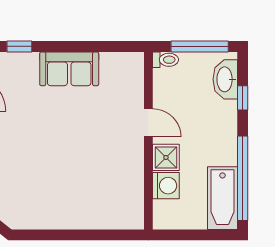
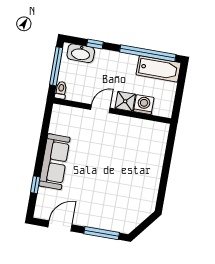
sofa: (69, 69) -> (54, 162), width x1.36

